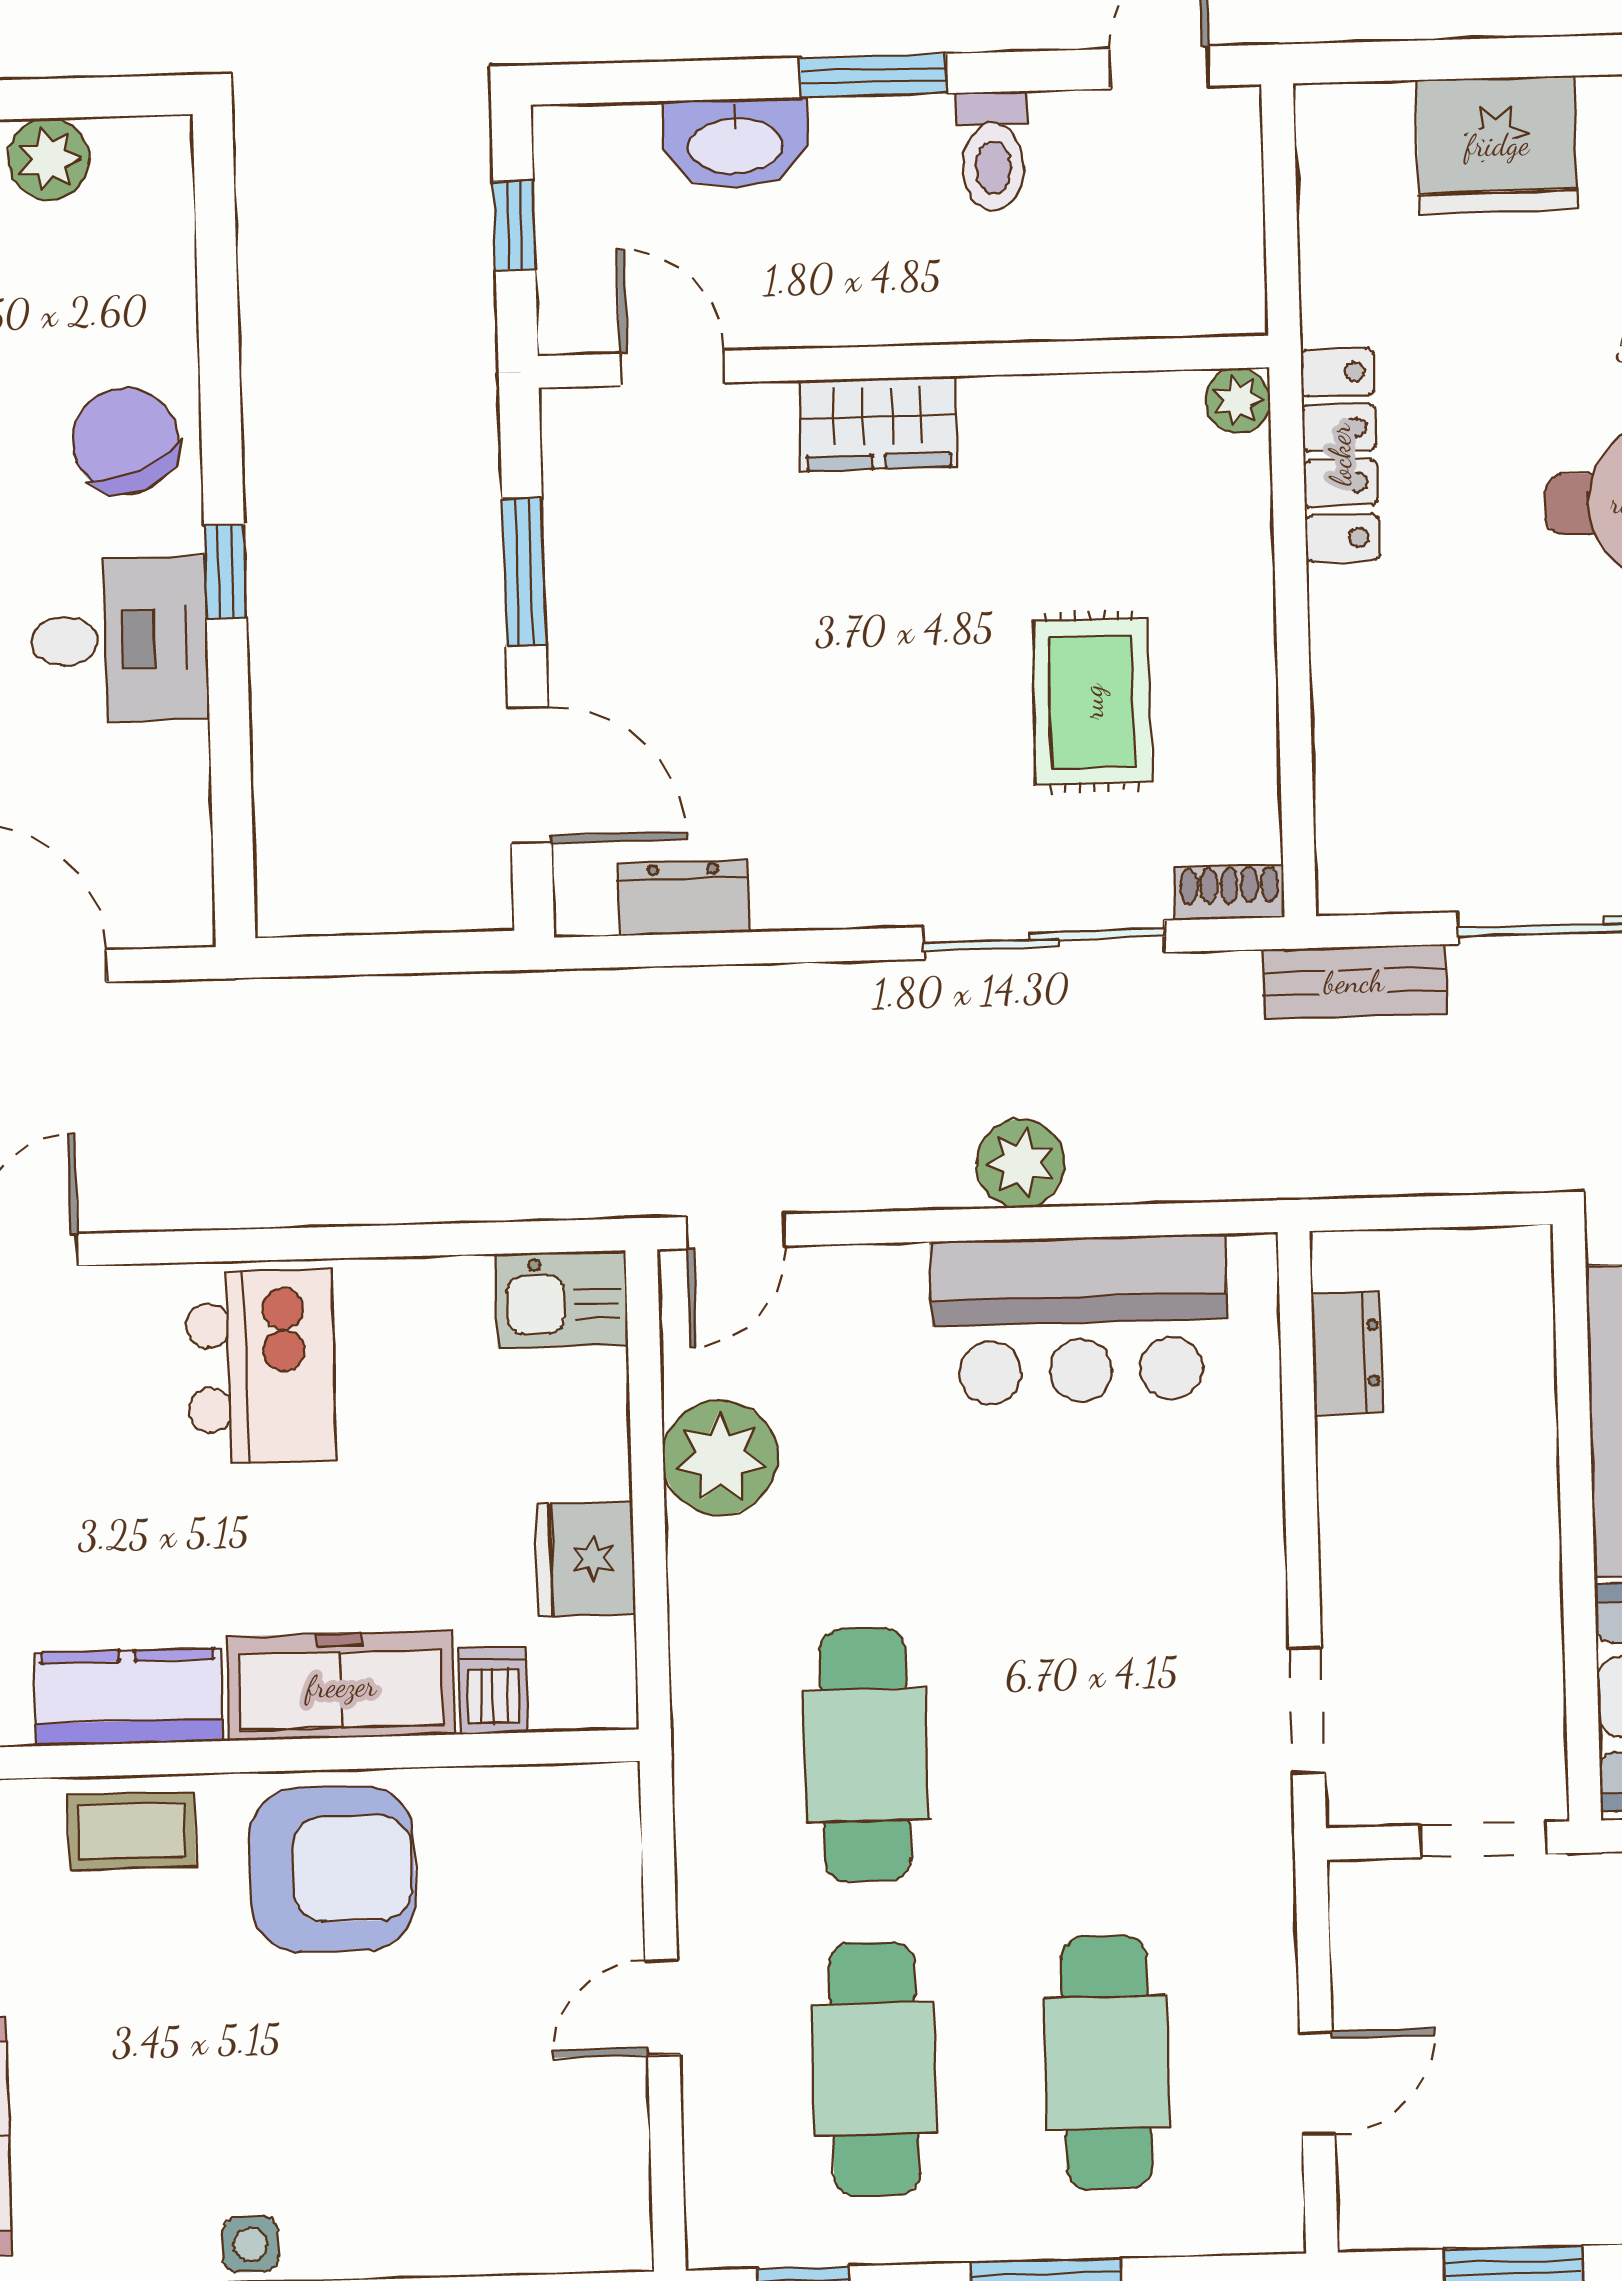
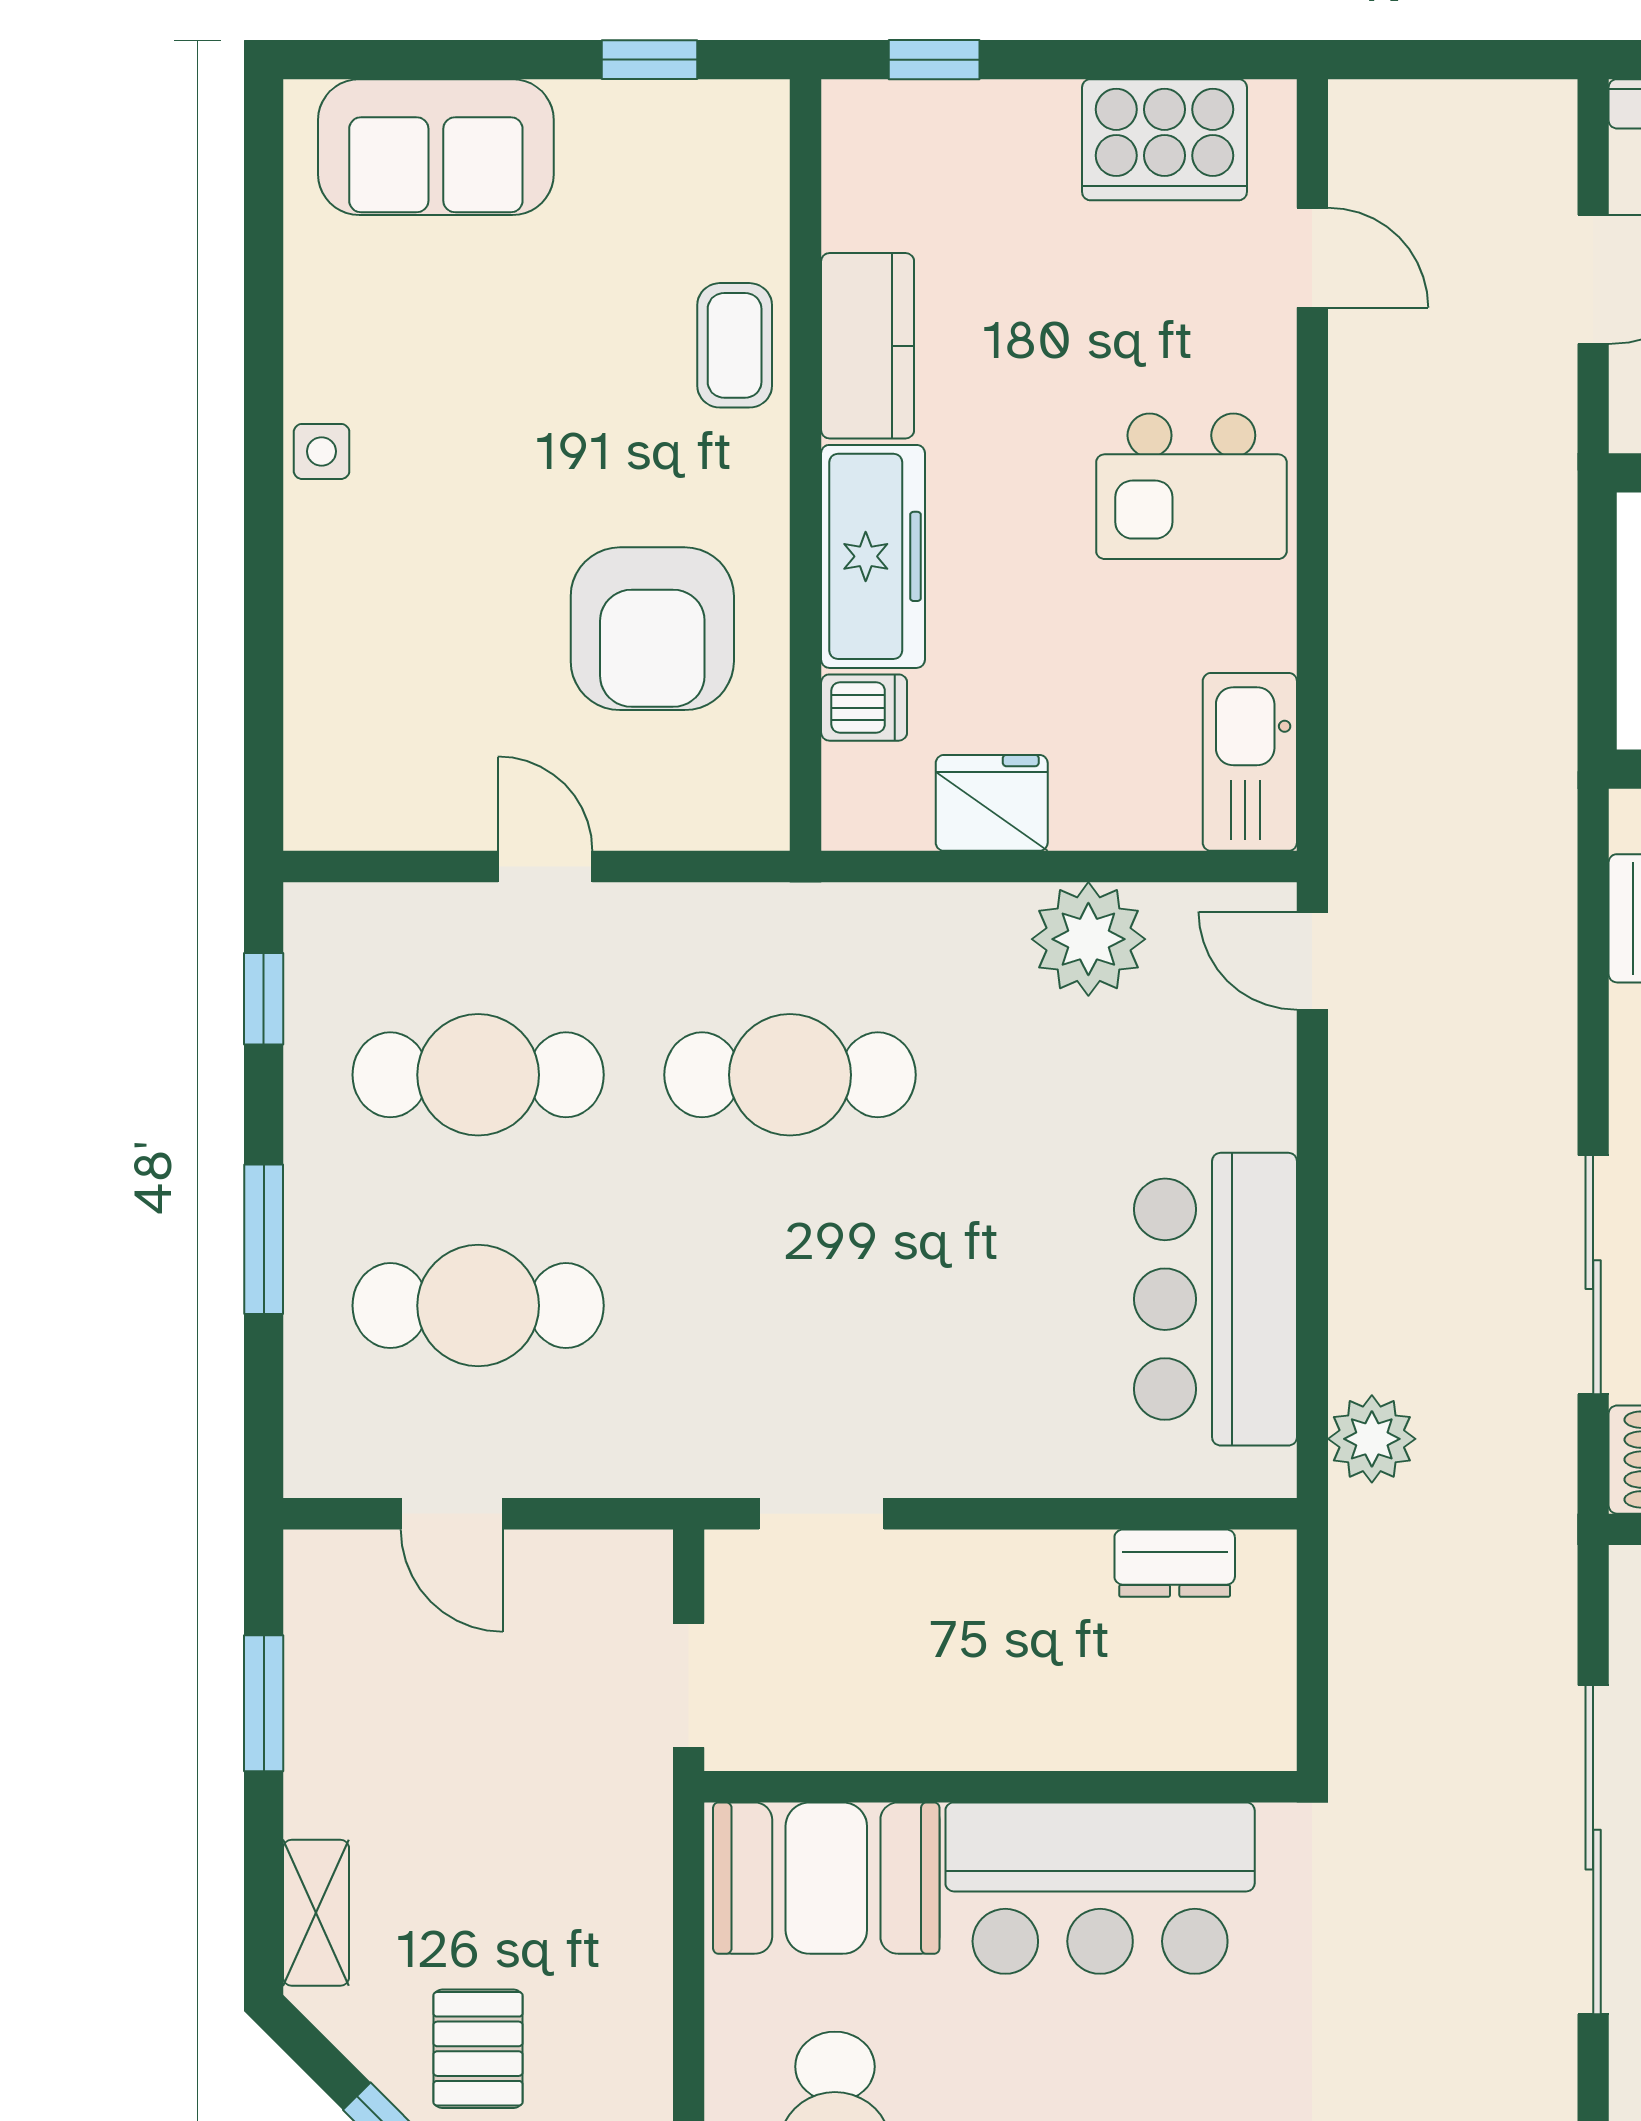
bench: (1354, 982) -> (1543, 1581), removed
plant: (1021, 1164) -> (1372, 1439), moved
kitchen sink: (562, 1299) -> (1250, 762), width x1.38
armchair: (332, 1869) -> (652, 629), moved

